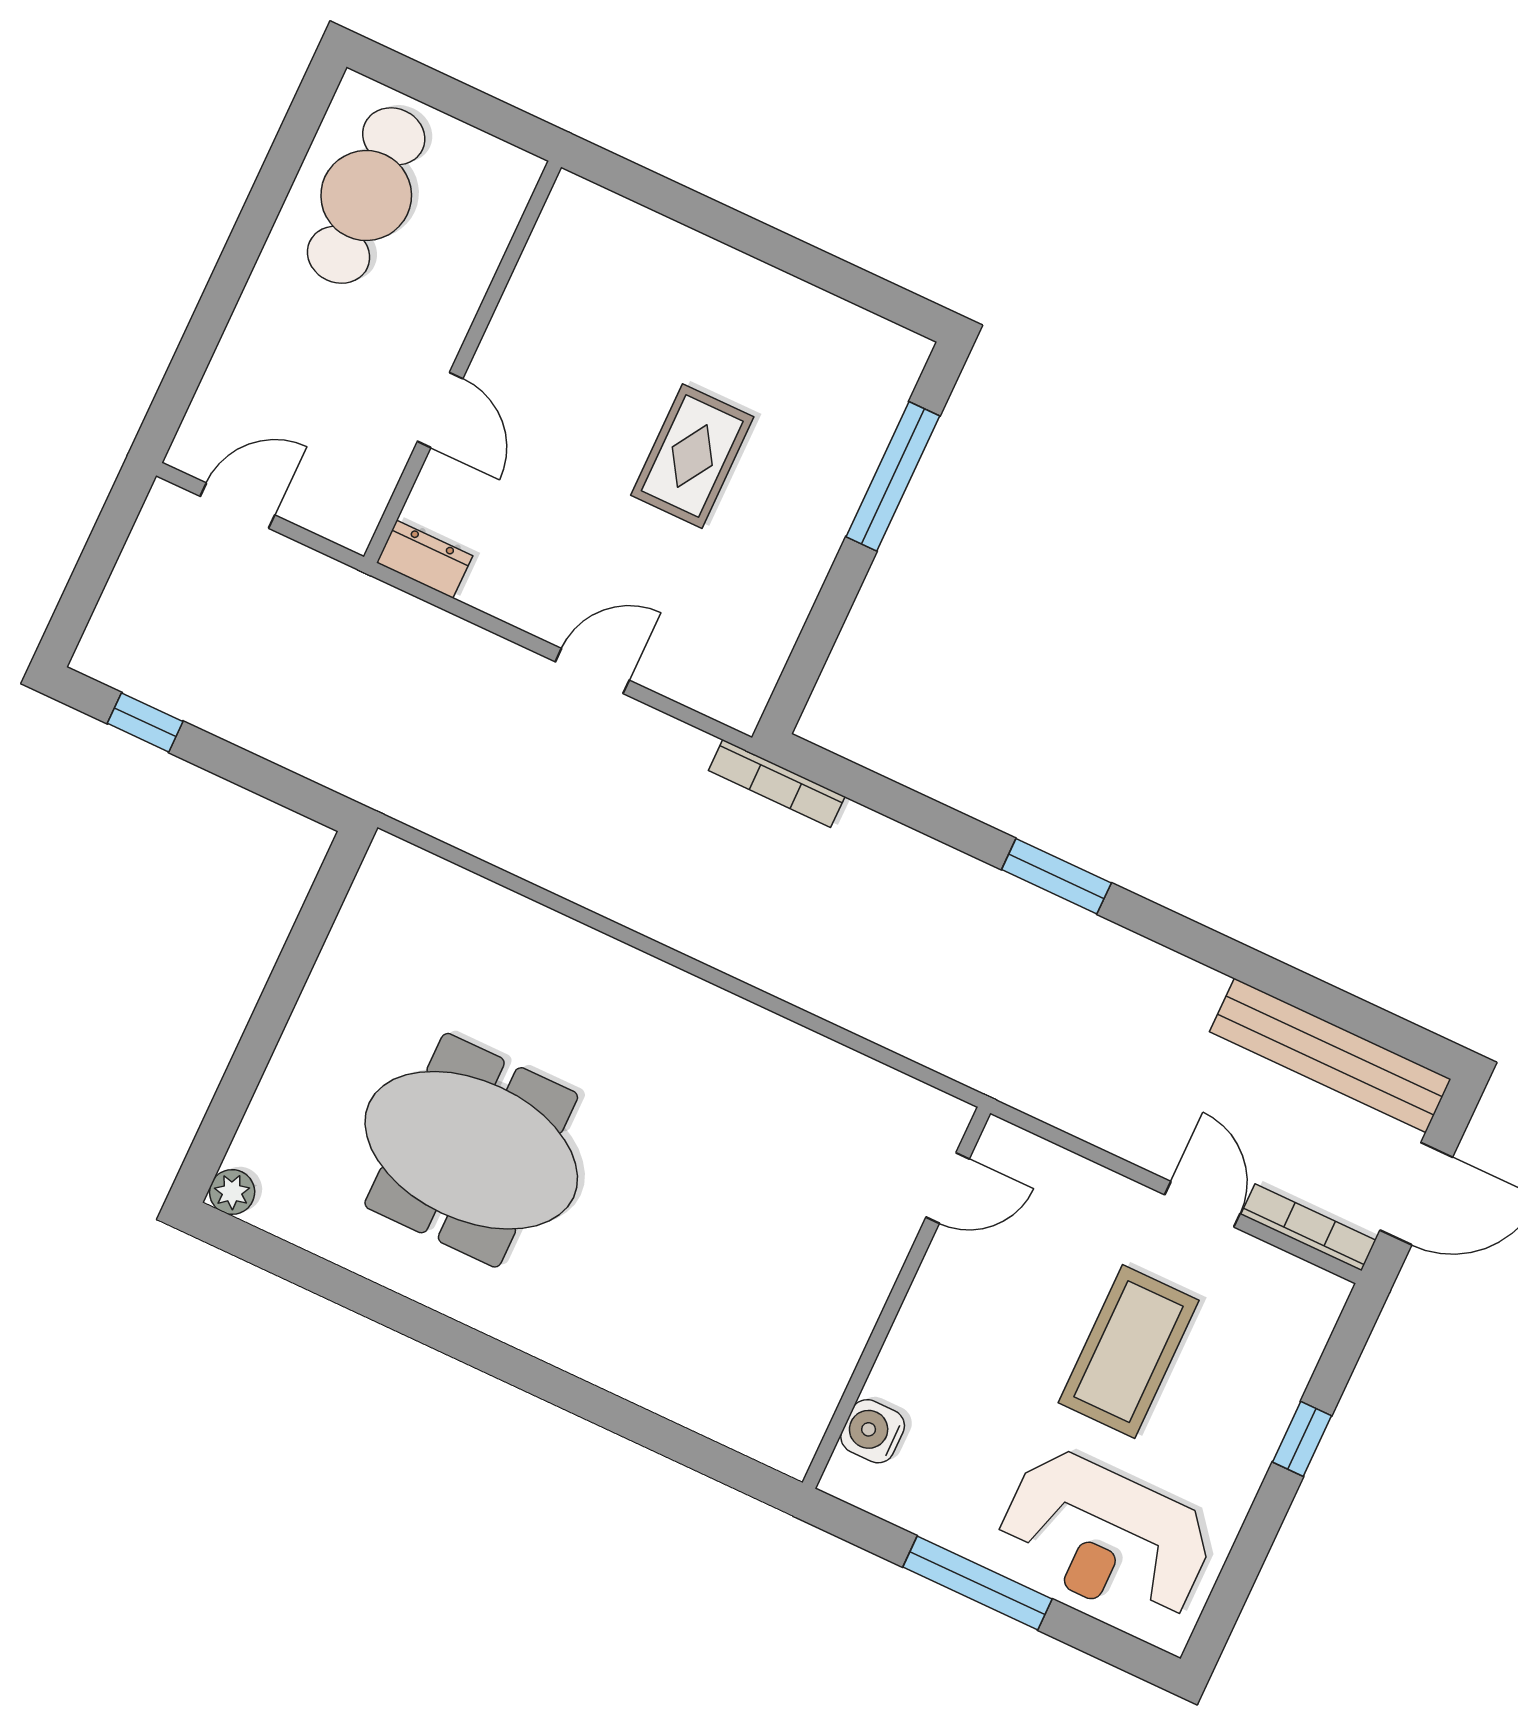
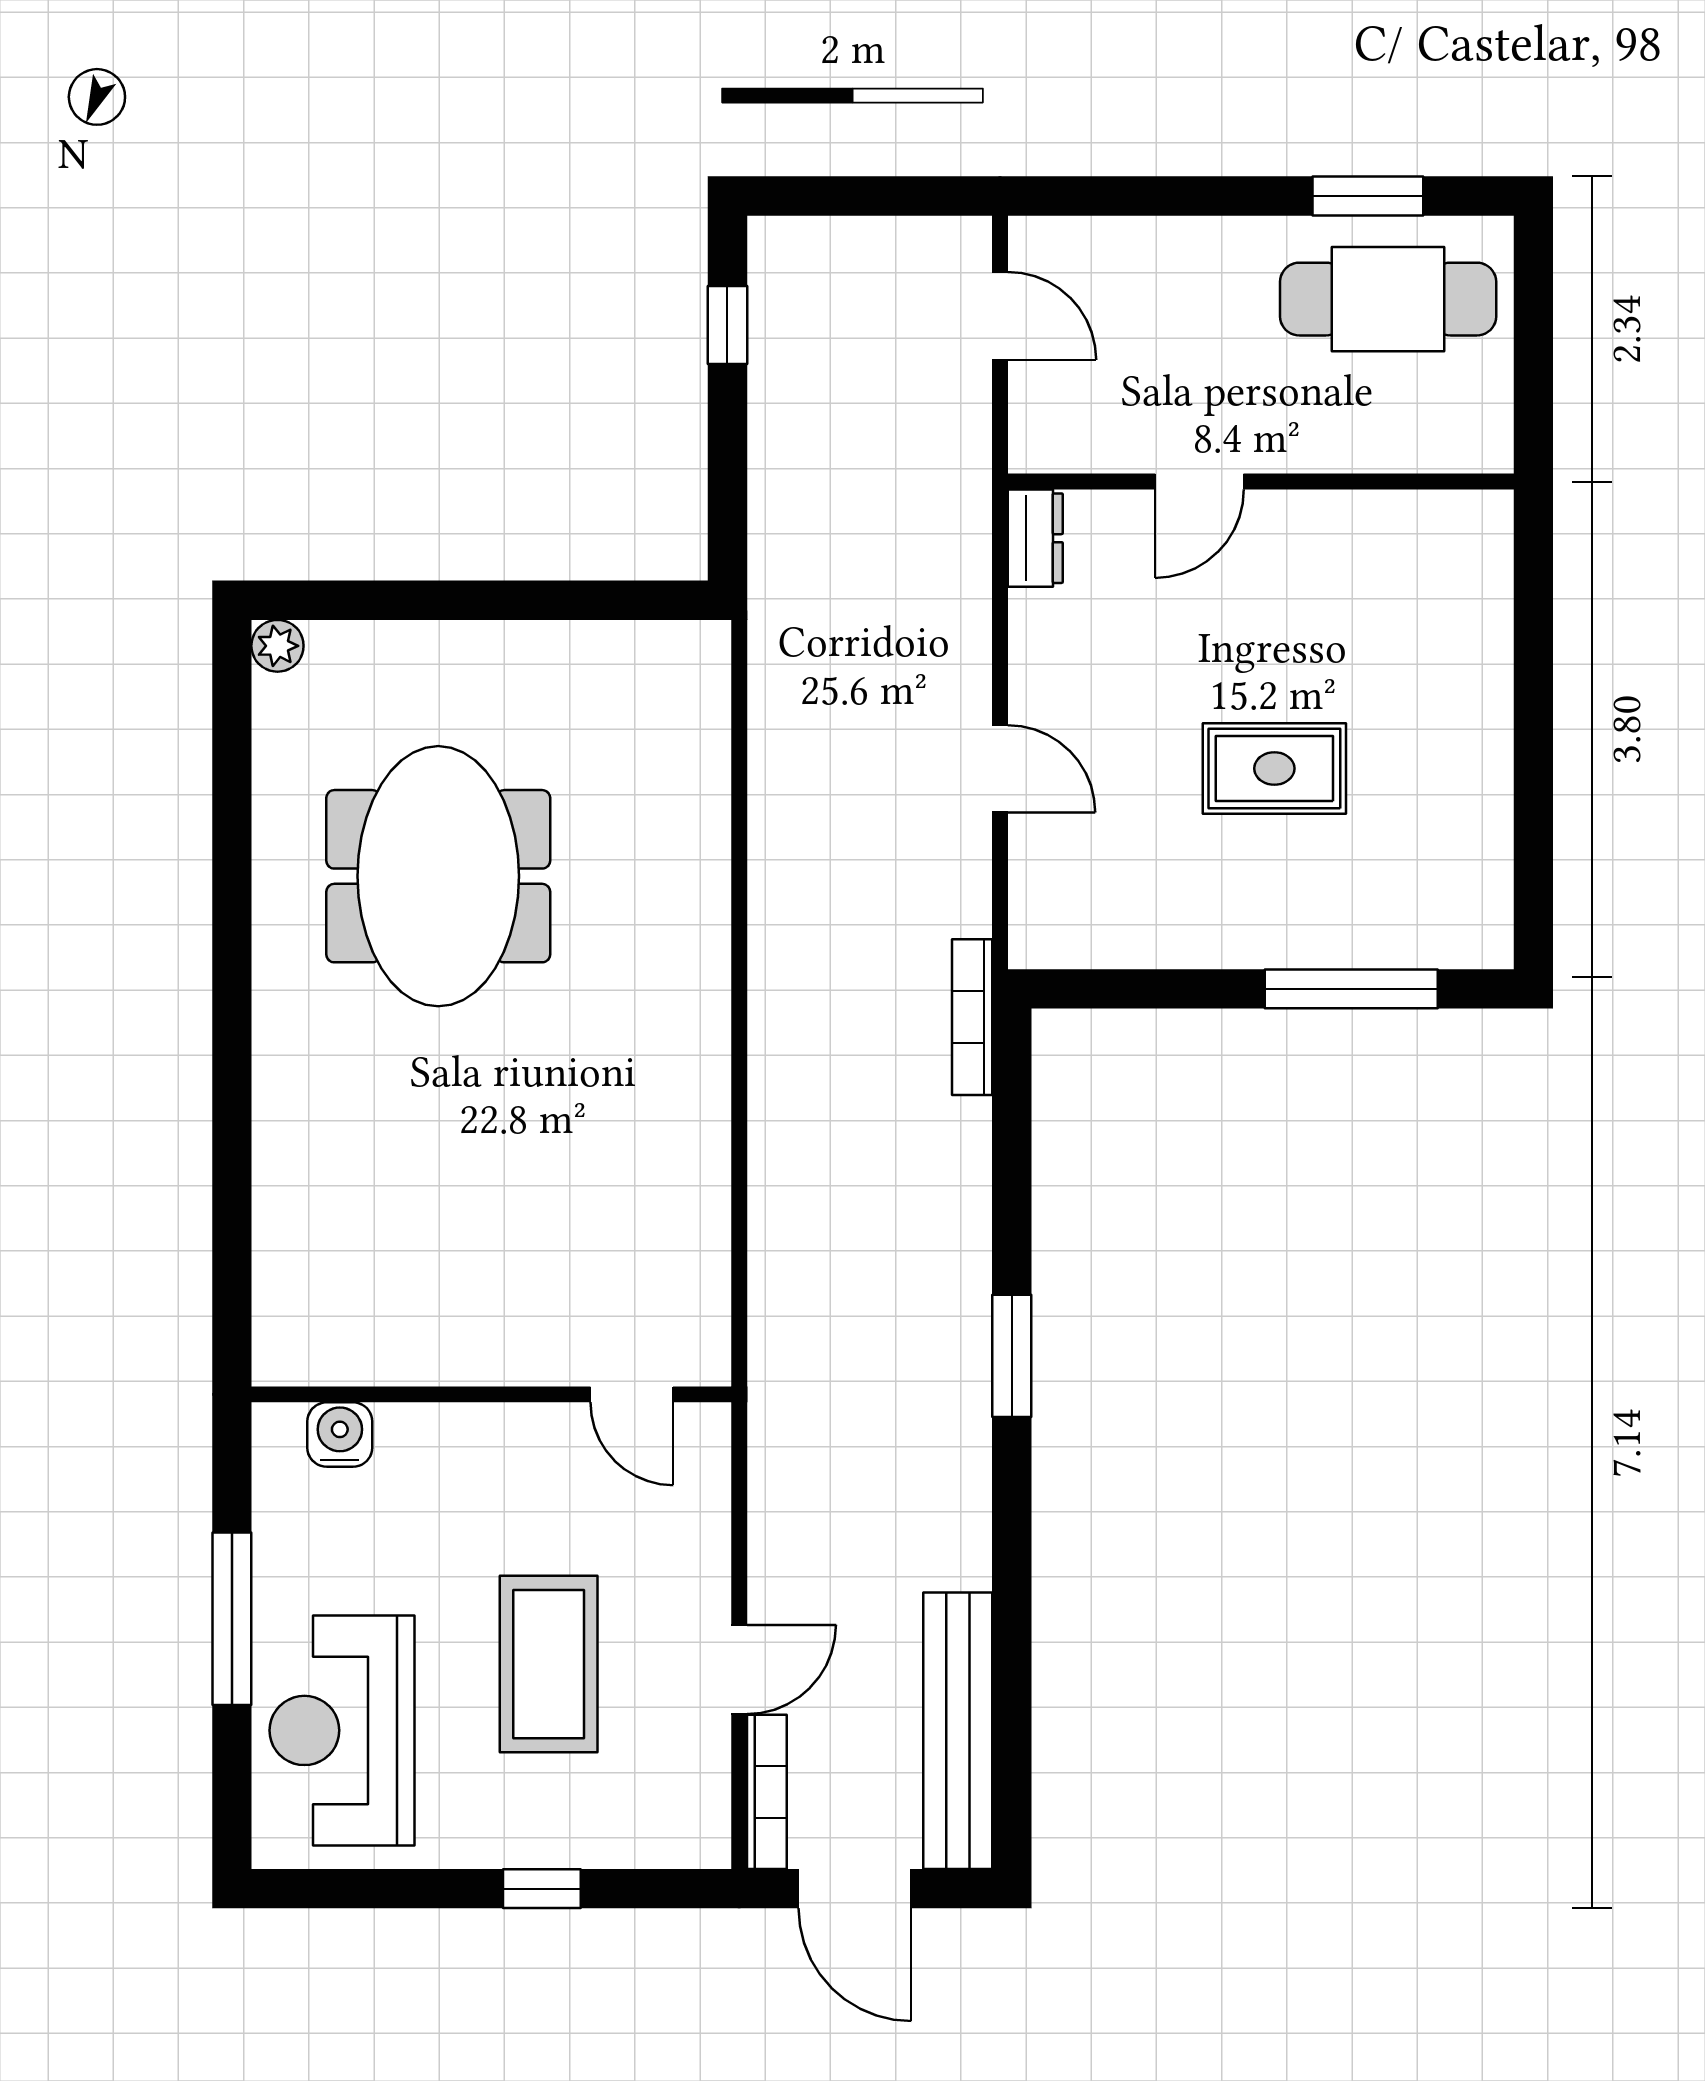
window: (278, 174) -> (1368, 196), added
coffee table: (1129, 1352) -> (549, 1664), turned 90

